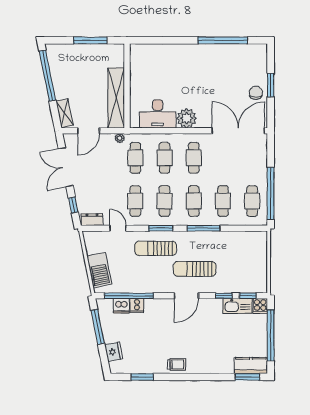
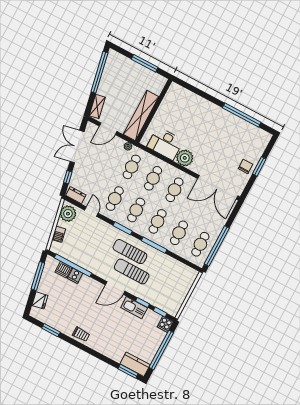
double door: (238, 131) -> (218, 187), swing flipped
plant: (94, 244) -> (68, 214), added
sun lounger: (156, 248) -> (130, 252), moved
barbecue: (99, 270) -> (59, 234), width x0.53, depth x0.65
kitchen sink: (237, 306) -> (134, 308), moved

